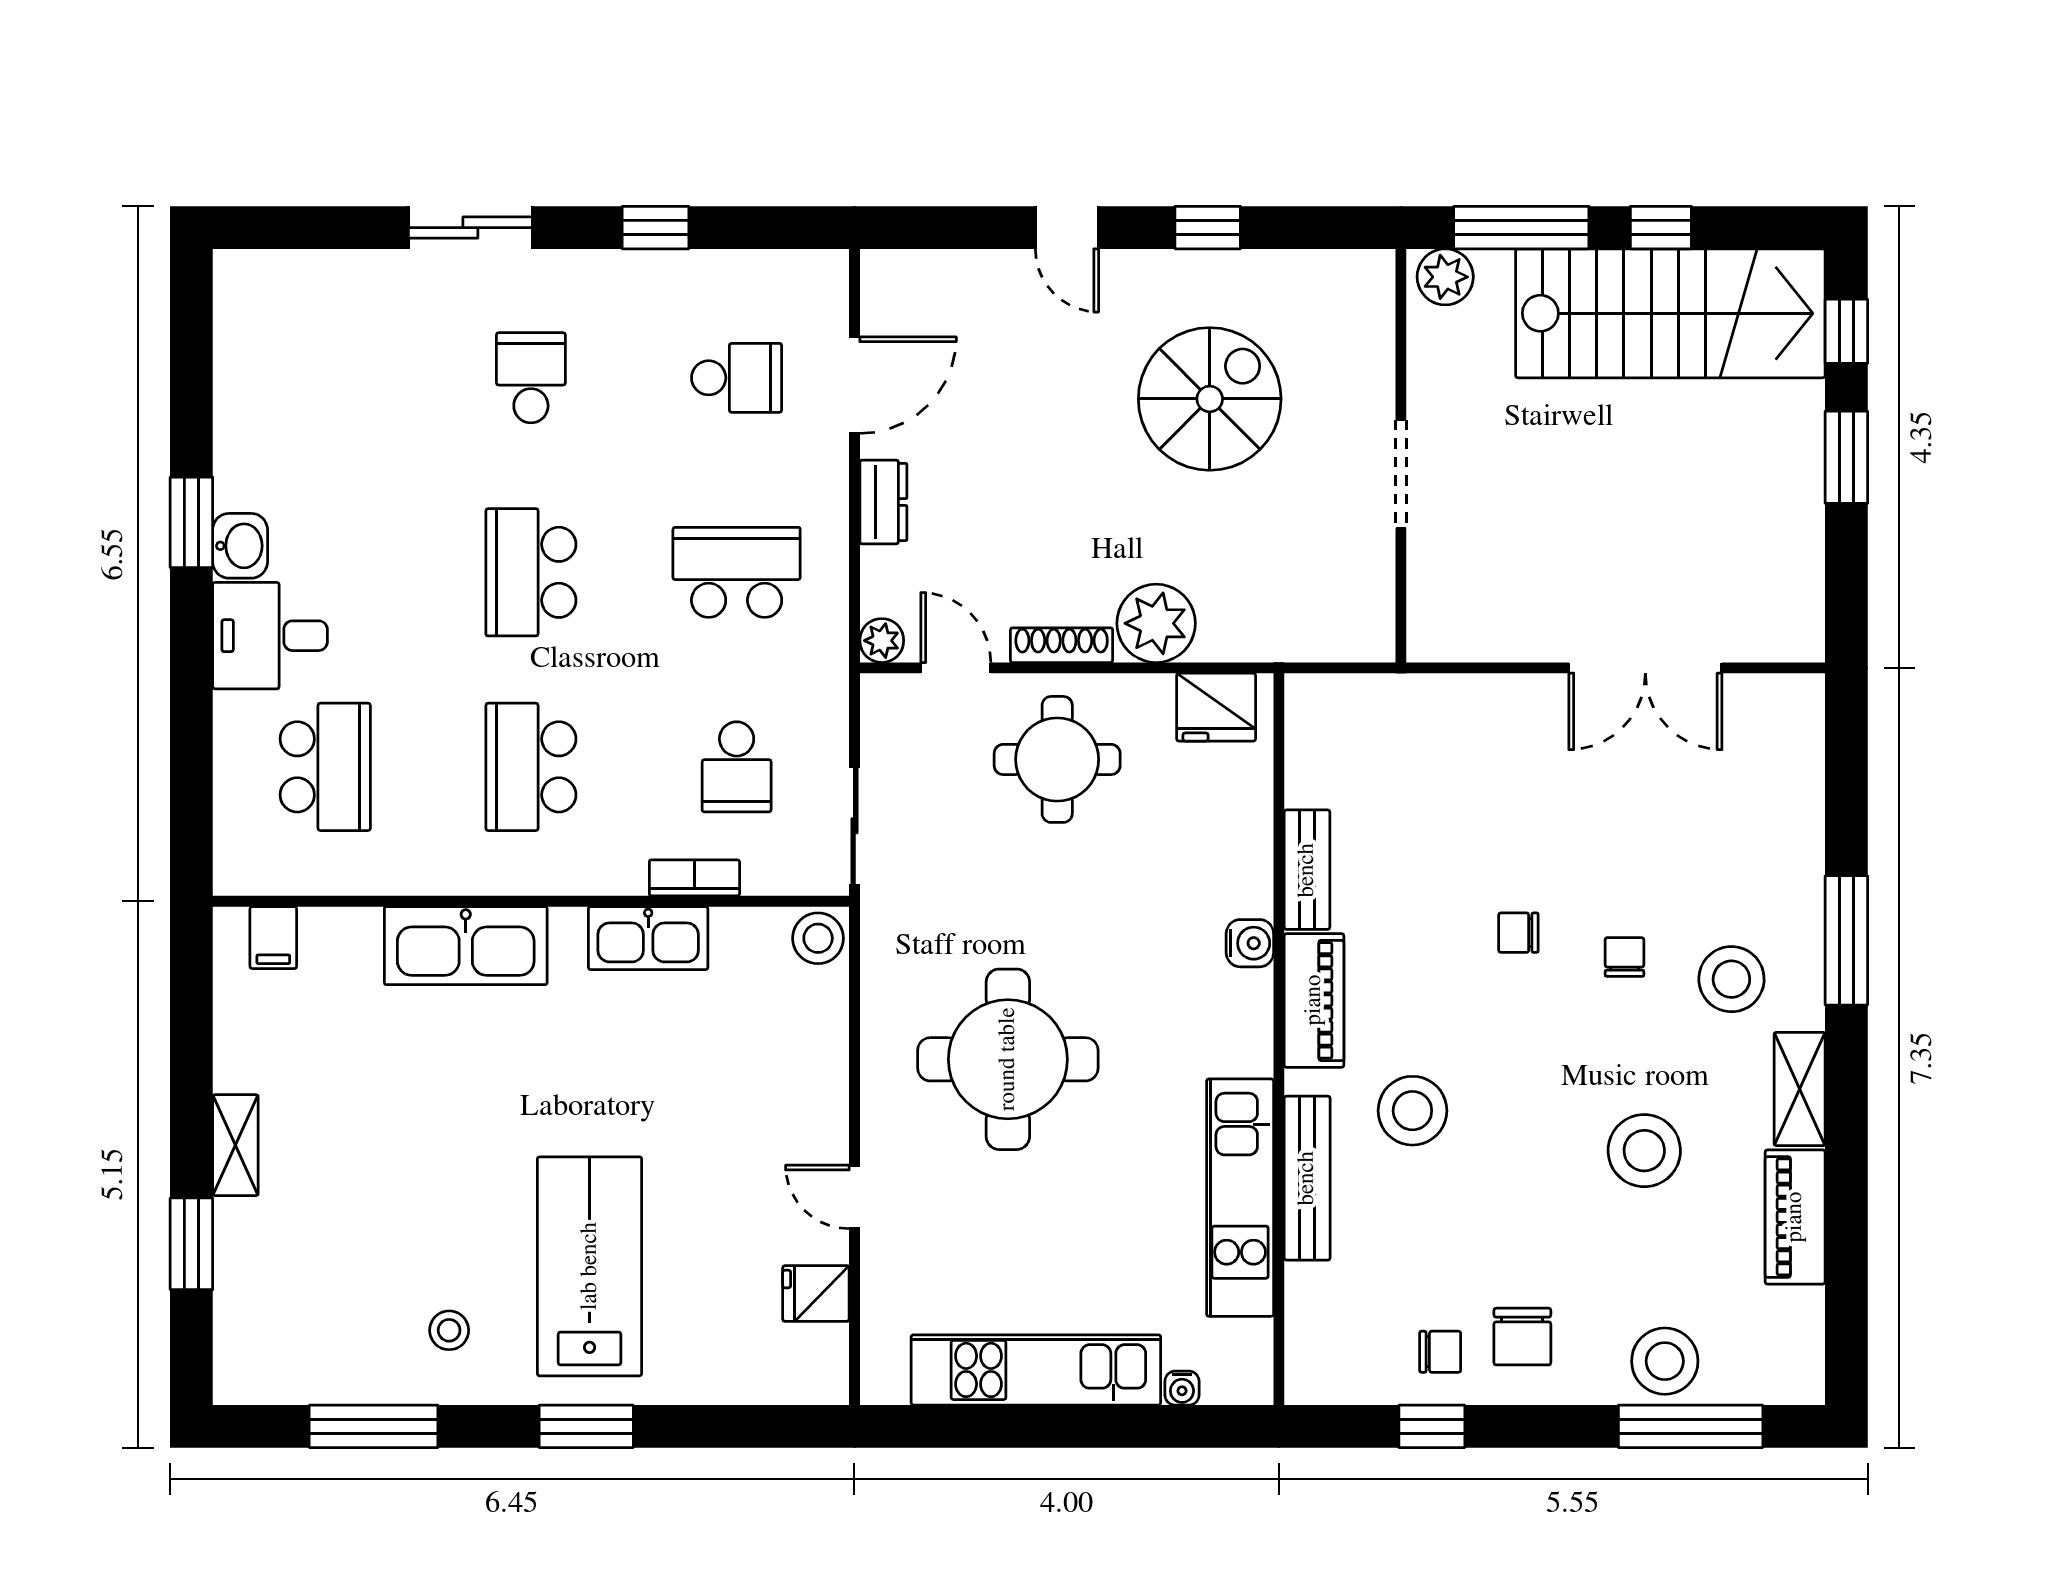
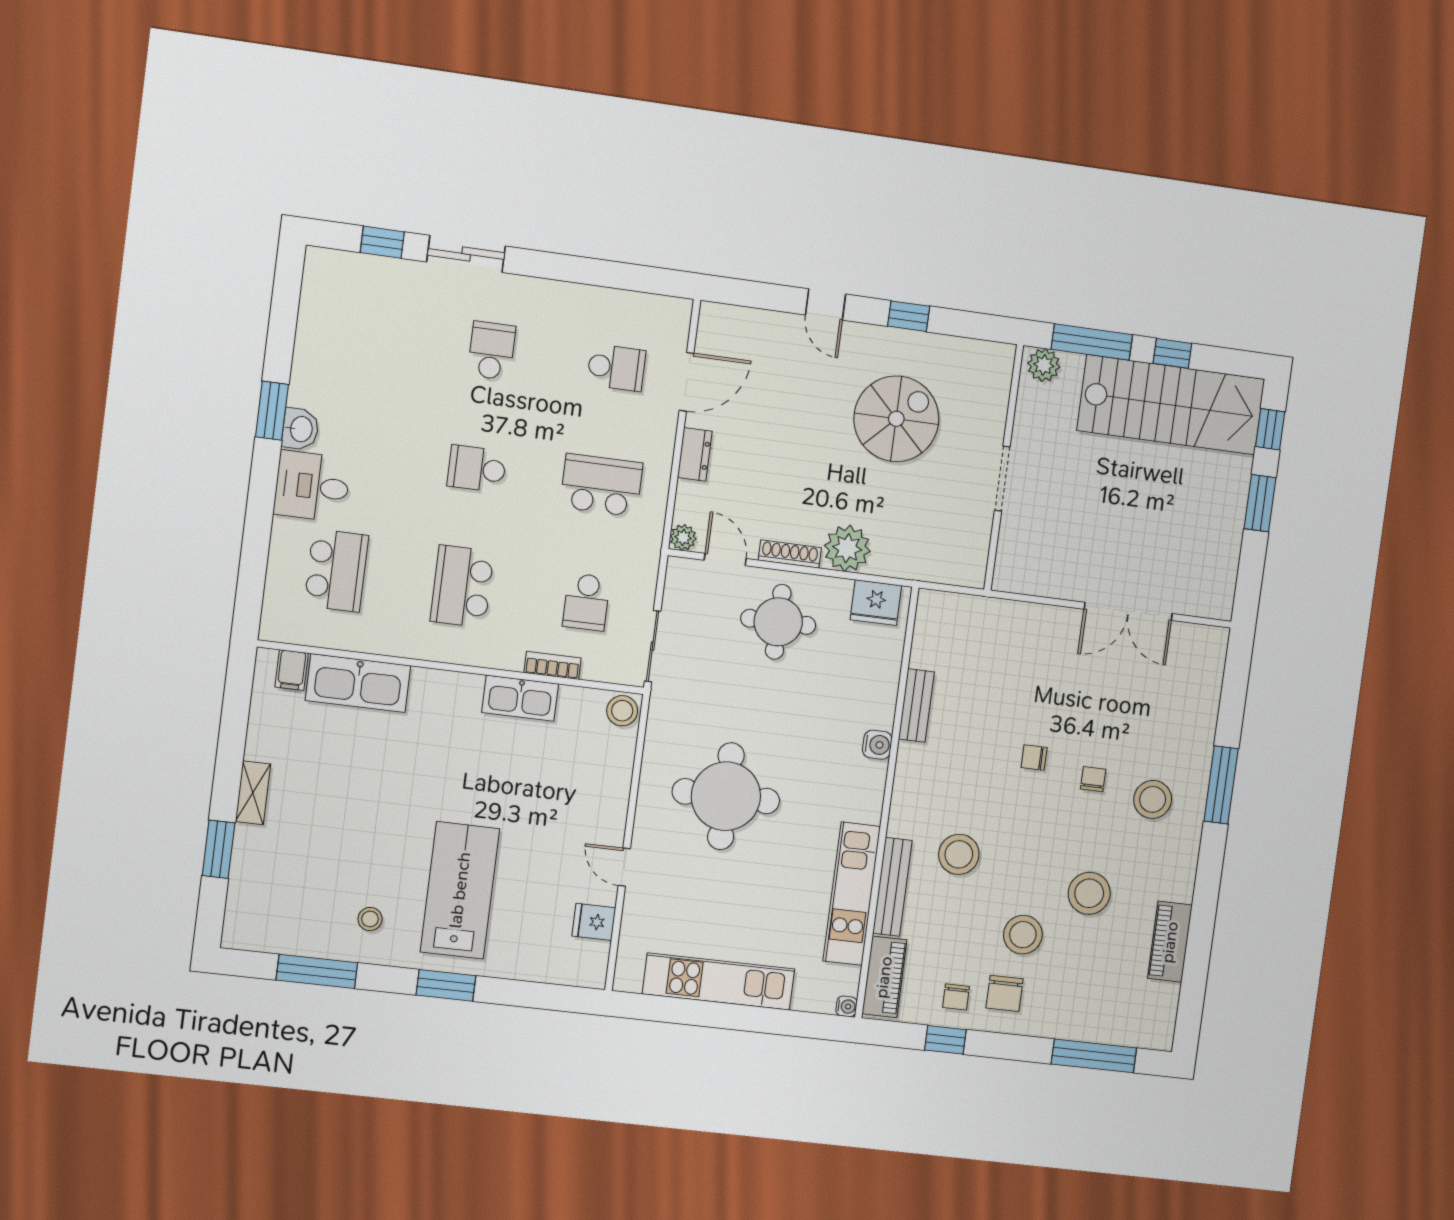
window: (655, 228) -> (382, 242), moved
school desk: (531, 572) -> (477, 469), width x0.54
kitchen sink: (466, 946) -> (358, 683), moved
piano: (1314, 1000) -> (884, 977), moved
shelving: (1800, 1089) -> (1183, 868), removed
chair: (1440, 1352) -> (956, 997), turned 90
stool: (1665, 1361) -> (1023, 935), moved
water cooler: (1182, 1388) -> (847, 1006), moved, turned -90

